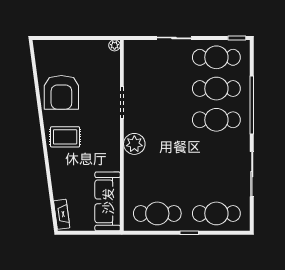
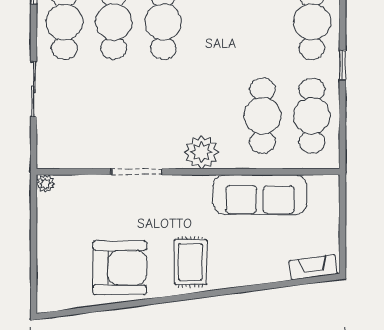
cafe table: (157, 182) -> (262, 116), added
sofa: (108, 201) -> (260, 195), moved

